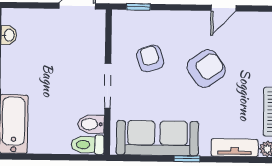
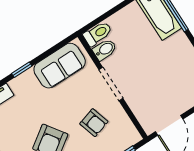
sofa: (157, 138) -> (60, 66), width x0.73

